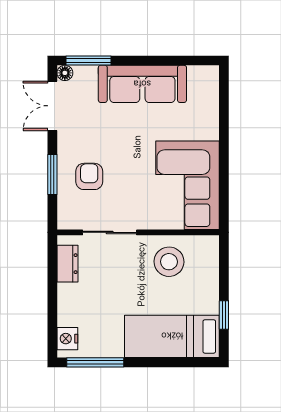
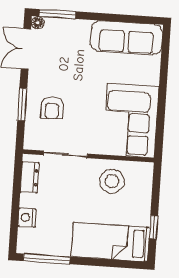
sofa: (142, 84) -> (126, 38), moved
armchair: (89, 176) -> (52, 108), turned 180
nightstand: (67, 339) -> (27, 218), moved

